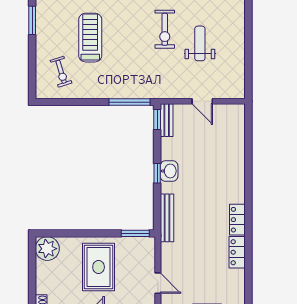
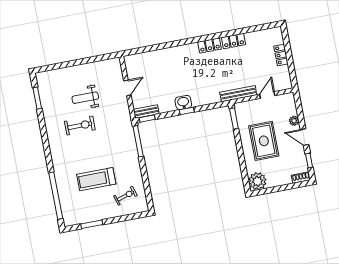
bench: (167, 218) -> (238, 94), moved
rug: (99, 267) -> (264, 141), turned 90

